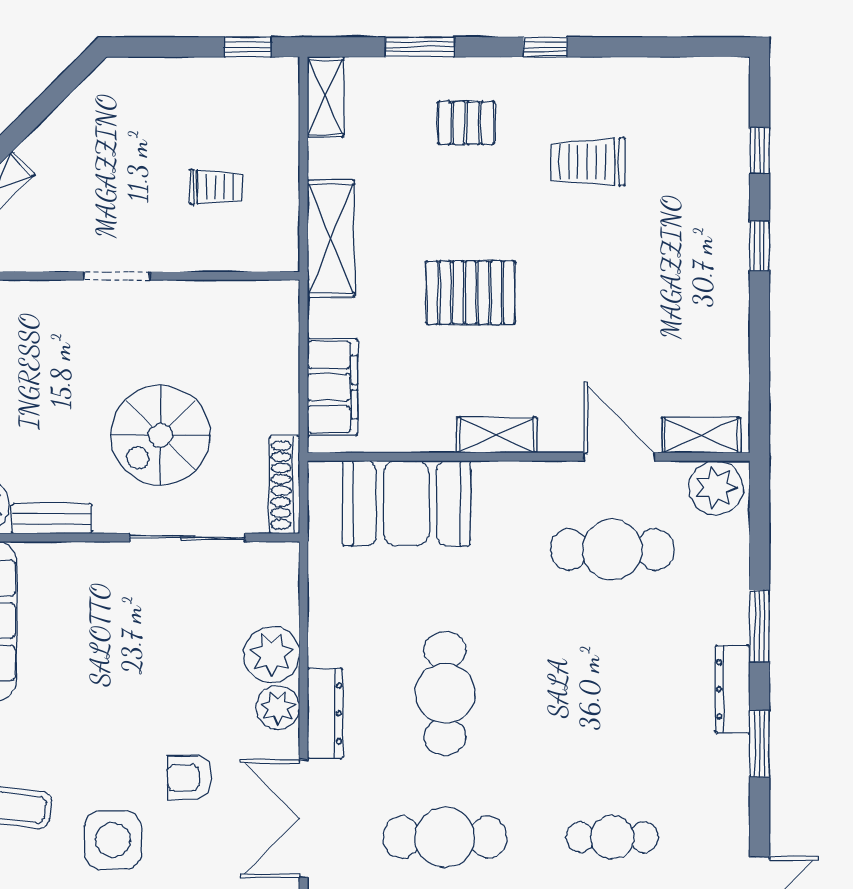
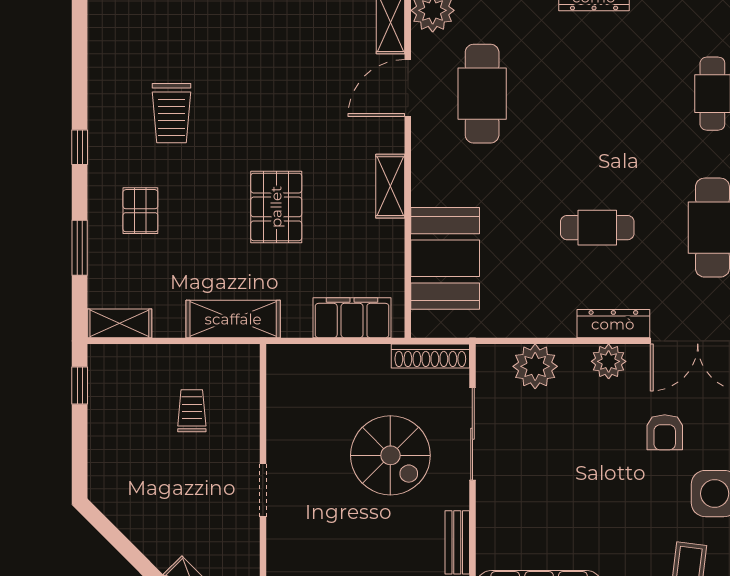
plant: (272, 654) -> (535, 366), moved
cafe table: (445, 693) -> (597, 228), width x0.73, depth x0.74

